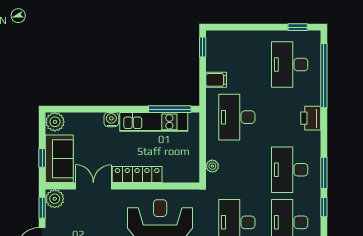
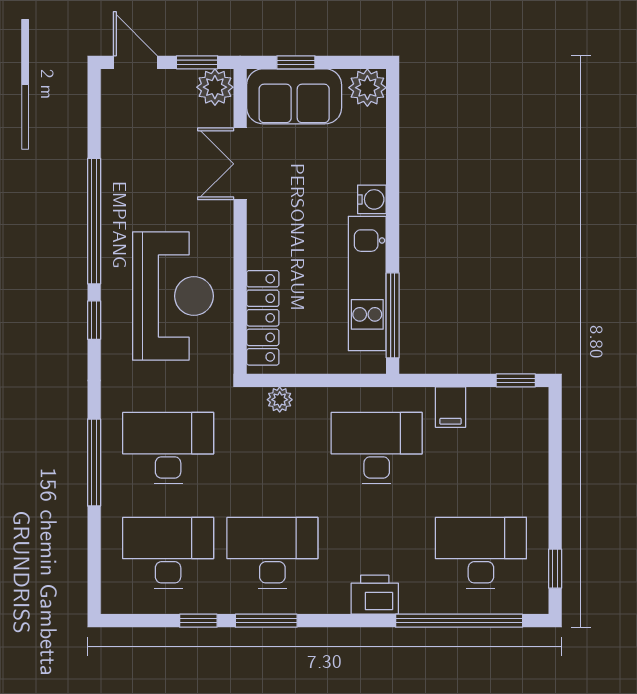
locker: (137, 175) -> (263, 318), moved
double door: (93, 186) -> (240, 164), swing flipped

